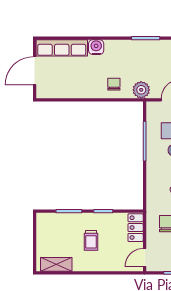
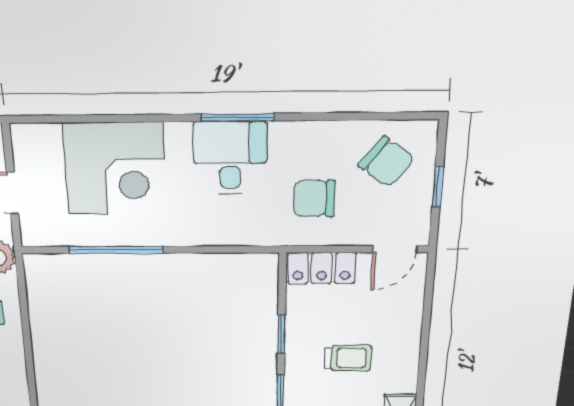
door: (145, 258) -> (395, 249), hinge flipped

